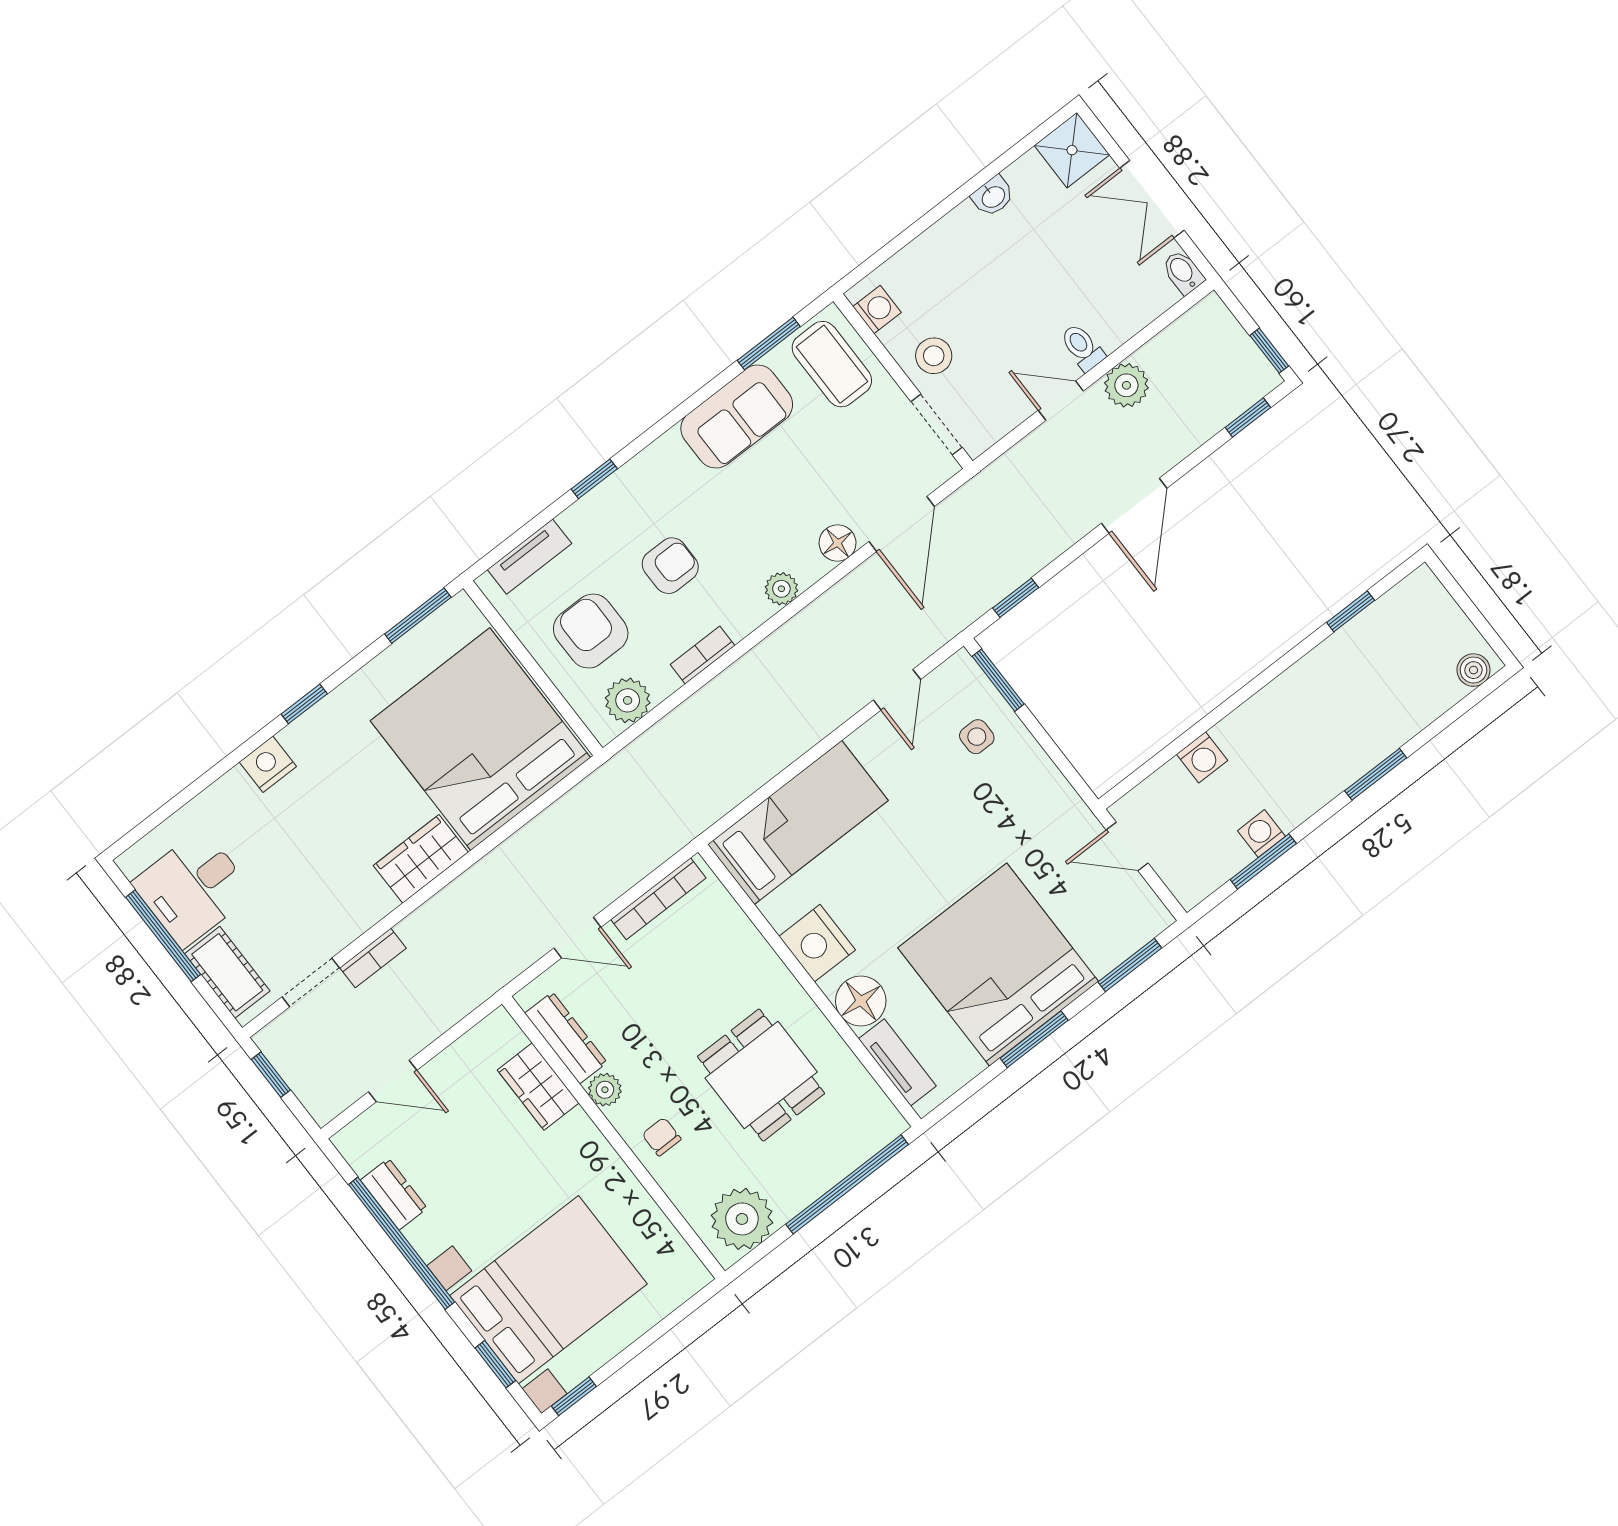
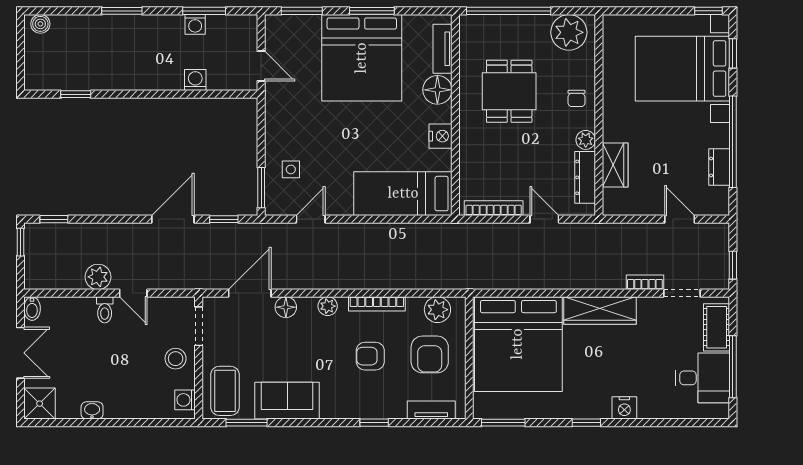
door: (1134, 506) -> (173, 219), moved
bookcase: (703, 655) -> (377, 304), width x1.56
wardrobe: (421, 859) -> (600, 311), width x1.50
nightstand: (817, 943) -> (441, 136), width x0.74, depth x0.75

